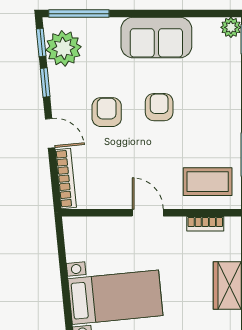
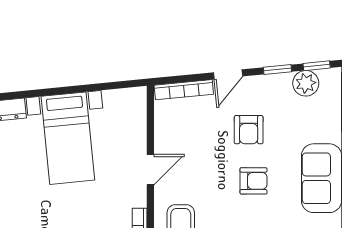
plant: (63, 48) -> (306, 83), width x0.73, depth x0.73
armchair: (107, 112) -> (249, 130), turned 90

